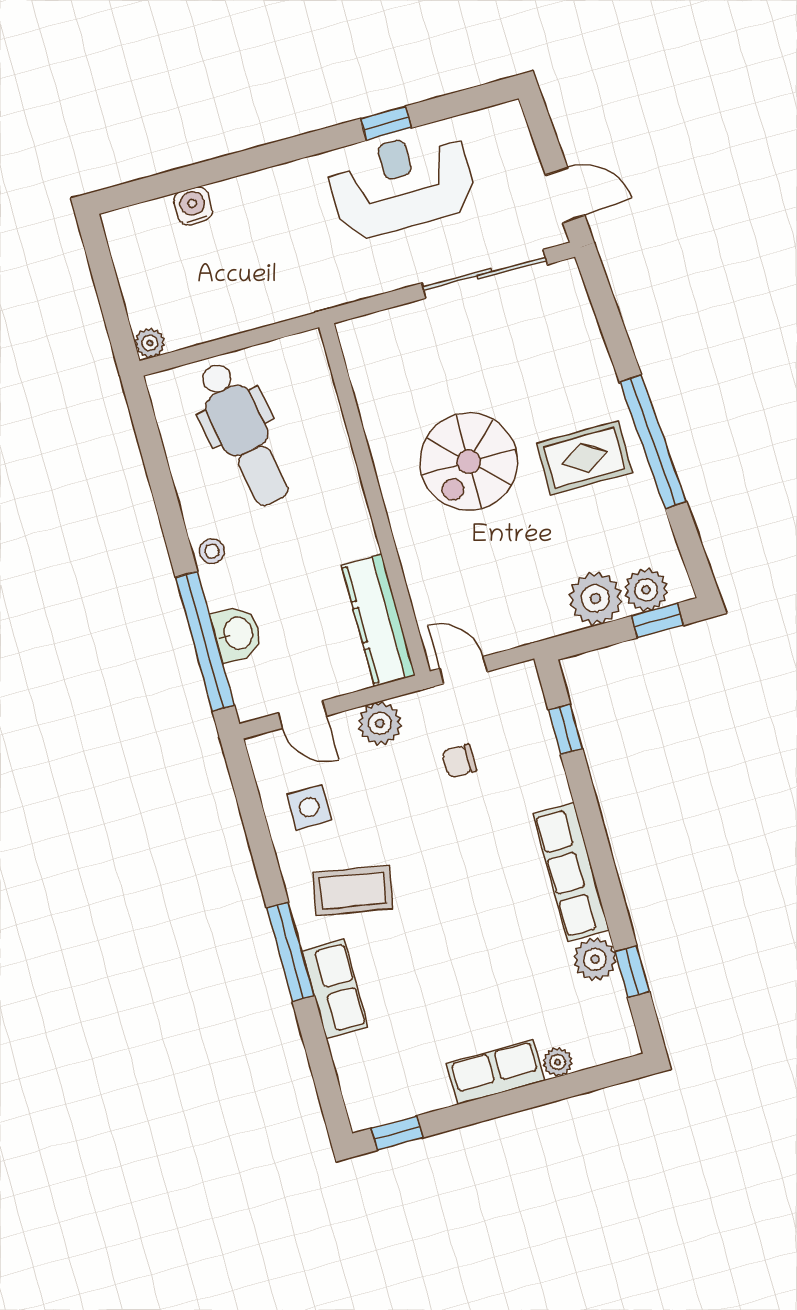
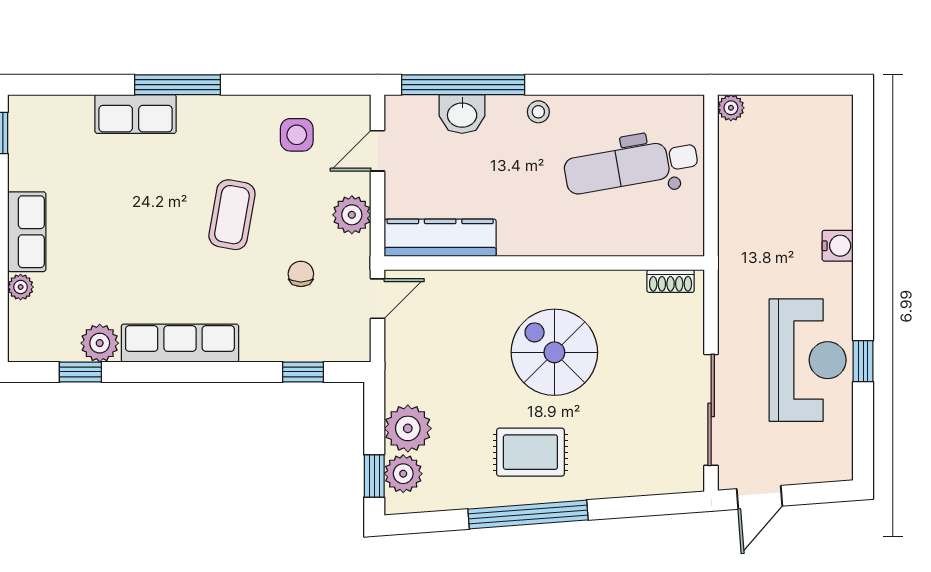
water cooler: (193, 206) -> (838, 246), moved
shoe rack: (356, 357) -> (671, 281), added
rug: (584, 458) -> (530, 452), turned 90
coffee table: (353, 891) -> (232, 215), moved

